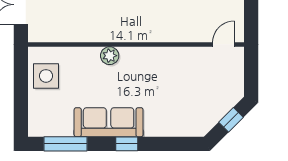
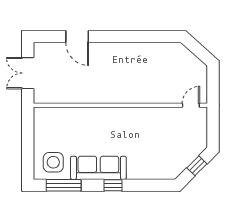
plant: (110, 56) -> (99, 114), removed
side table: (46, 76) -> (53, 162), moved

